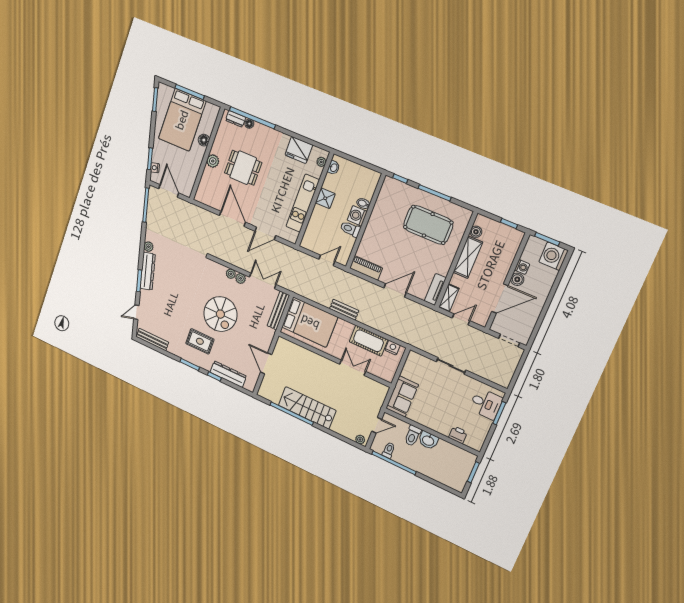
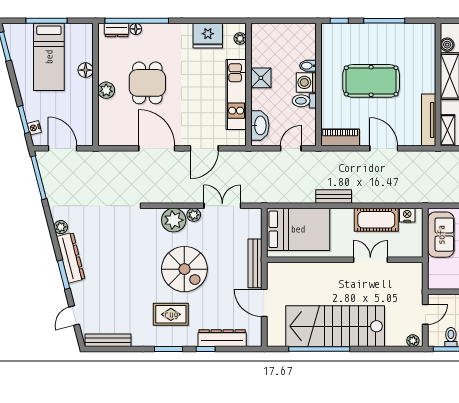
bed: (182, 120) -> (49, 57), width x0.67
dining table: (243, 168) -> (147, 83), turned 90
washbasin: (334, 168) -> (260, 125), moved, width x1.91, depth x1.45
pool table: (428, 225) -> (371, 81), moved
plant: (231, 274) -> (174, 220), width x1.88, depth x1.88
tv unit: (435, 289) -> (429, 120), width x1.41
door: (395, 290) -> (384, 148), hinge flipped
bench: (278, 310) -> (255, 263), moved
sofa: (402, 396) -> (441, 235), moved
stairs: (307, 408) -> (335, 326), width x1.36, depth x1.51

